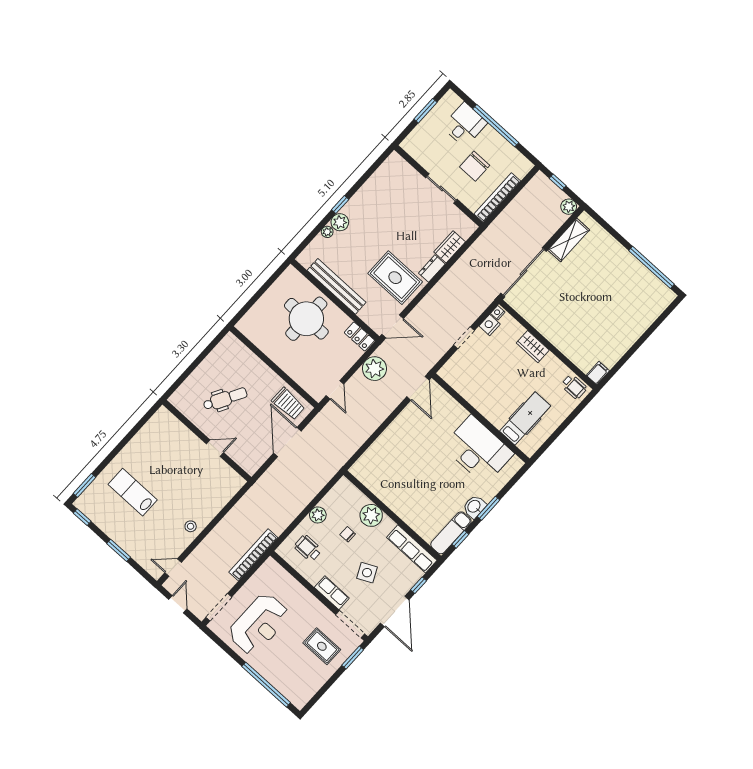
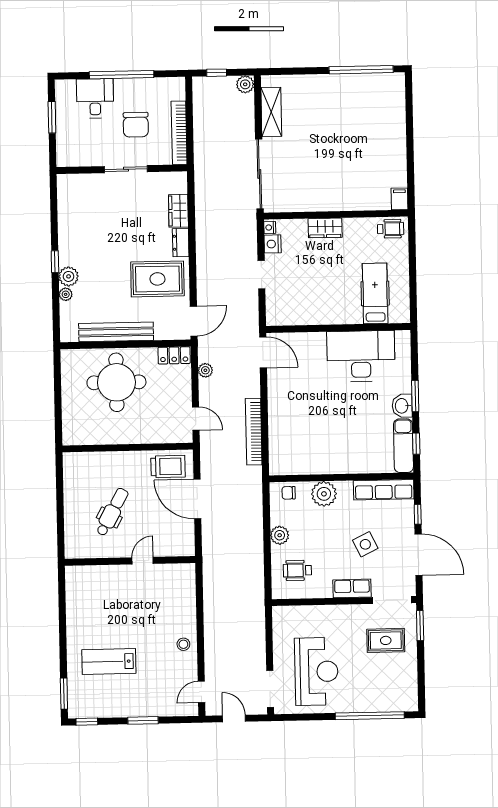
plant: (374, 369) -> (205, 370), width x0.53, depth x0.53
chair: (348, 534) -> (289, 493), moved
bookcase: (253, 555) -> (254, 432), moved

